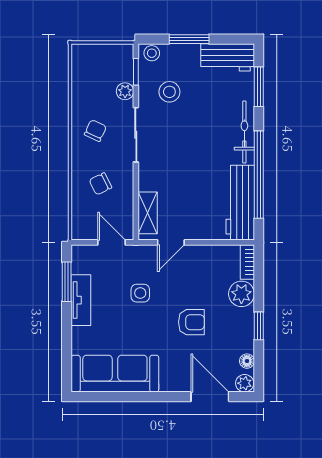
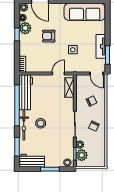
plant: (122, 69) -> (82, 155), added
stool: (169, 92) -> (41, 123), moved
door: (111, 242) -> (96, 74), moved
plant: (241, 294) -> (25, 28), moved

